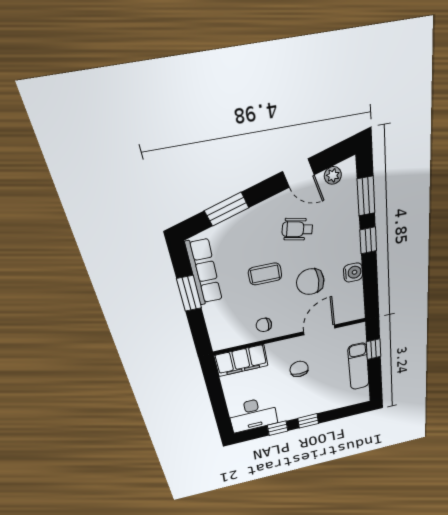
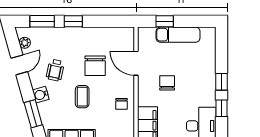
water cooler: (353, 272) -> (41, 95), moved, turned -106
chair: (299, 369) -> (167, 83), turned 90

